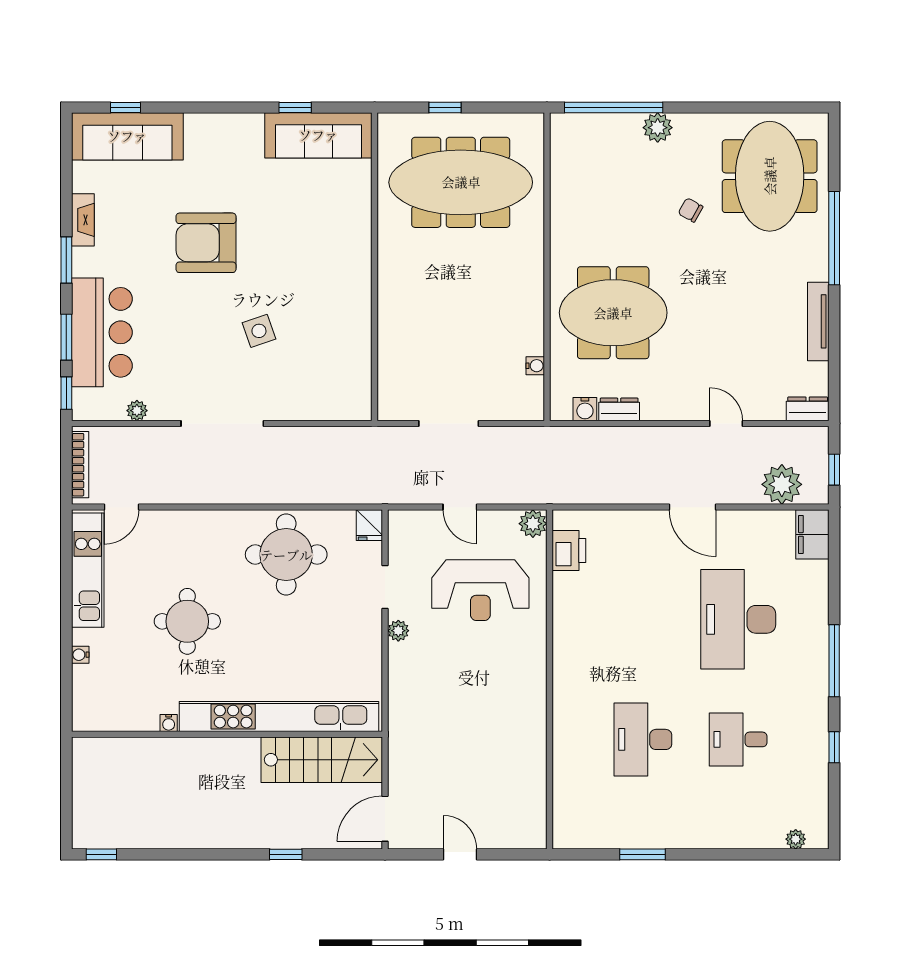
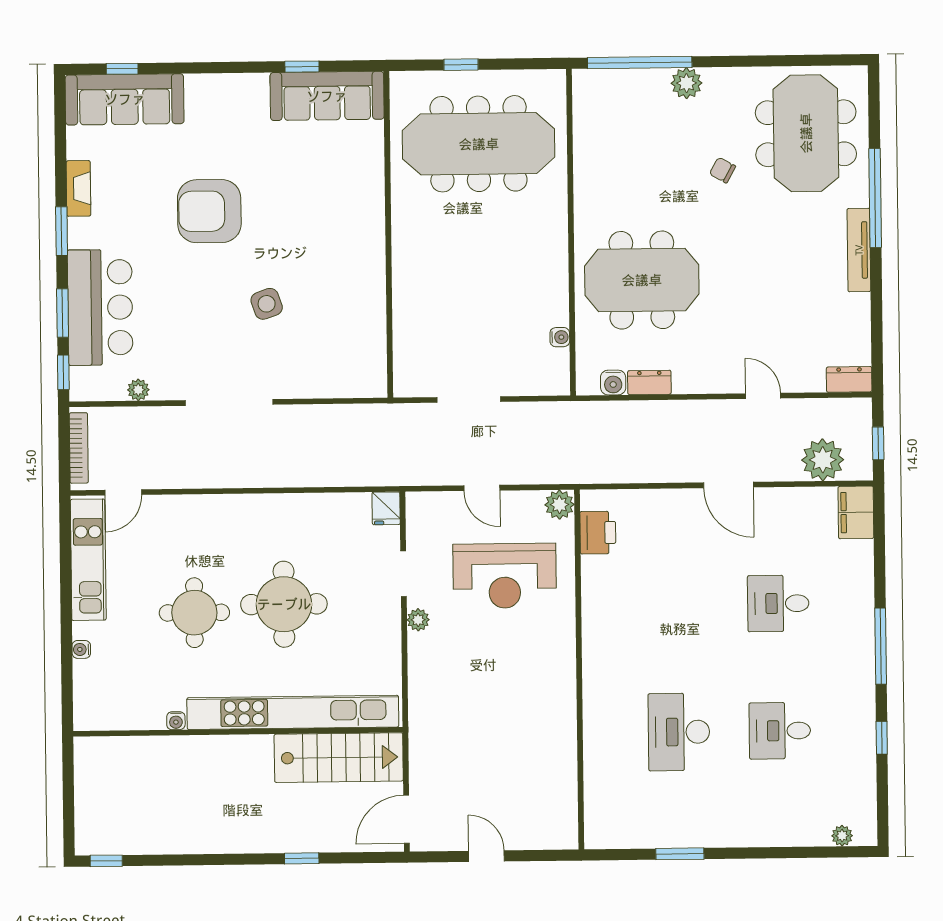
tv unit: (818, 321) -> (859, 250), moved
round table: (286, 555) -> (284, 604), moved
desk: (738, 619) -> (778, 603), width x0.53, depth x0.77

